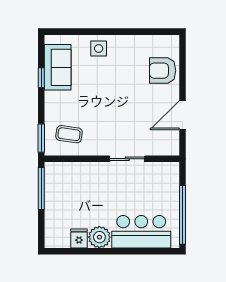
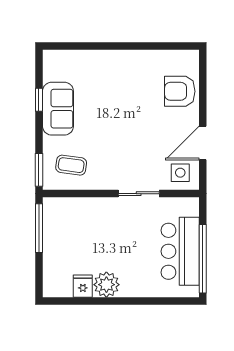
side table: (99, 49) -> (180, 173), moved
sofa: (58, 67) -> (58, 109), moved
bar counter: (141, 232) -> (180, 251), moved, turned -90

